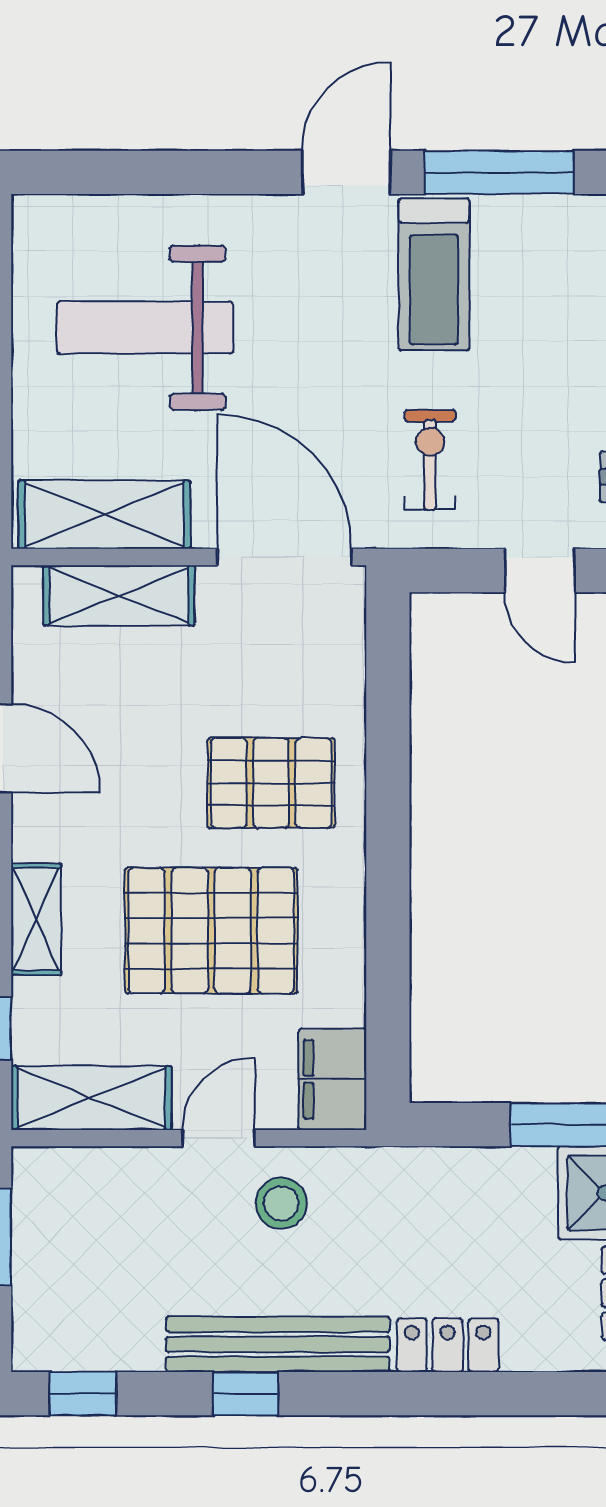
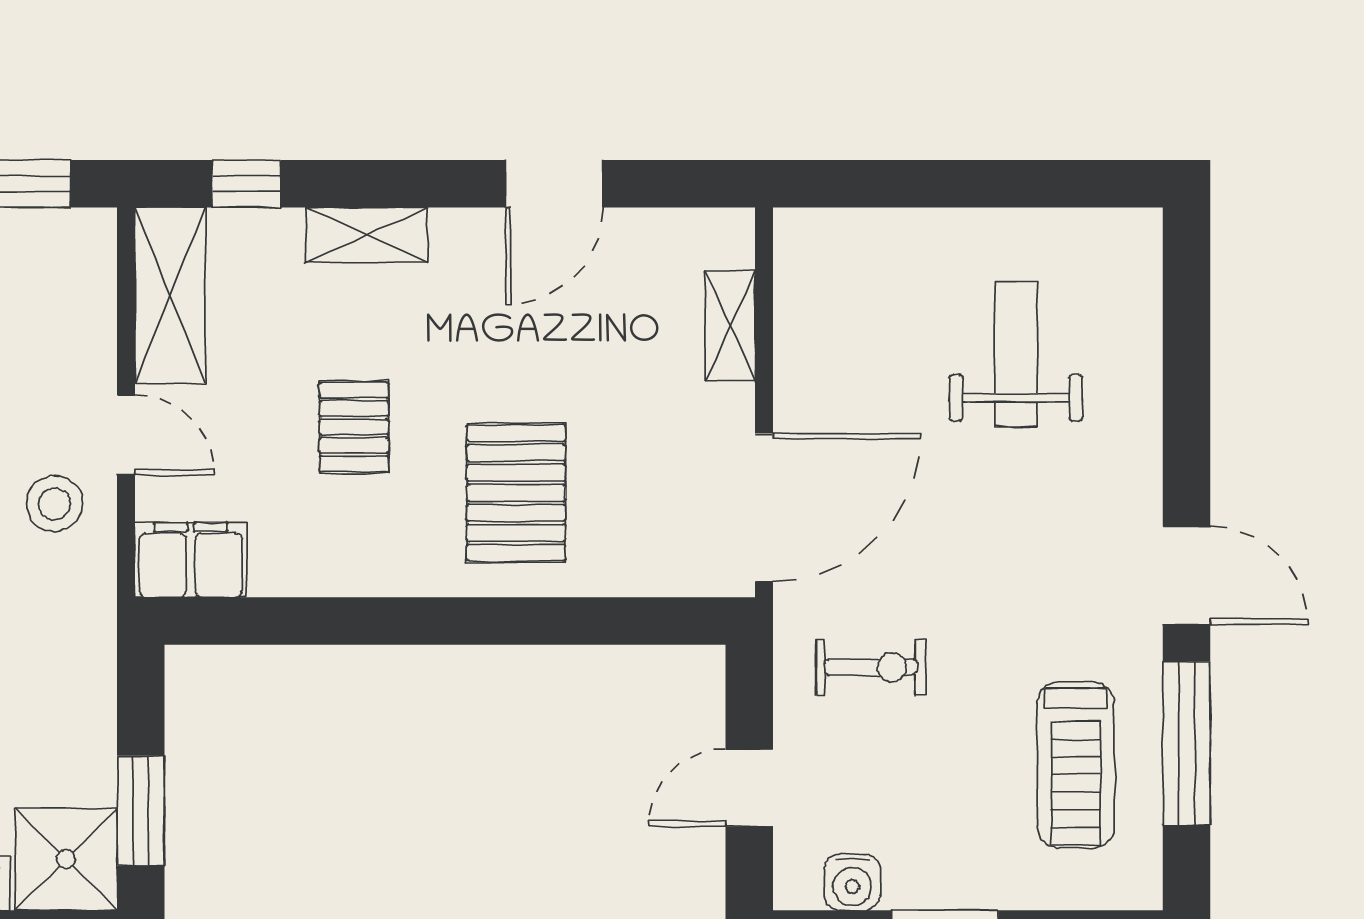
treadmill: (434, 275) -> (1076, 765), moved, turned -90
weight bench: (145, 328) -> (1016, 354), width x0.73, depth x0.75
shelving: (104, 515) -> (811, 310), removed
shelving: (119, 595) -> (730, 326), width x0.67, depth x0.75
pallet: (211, 931) -> (354, 427), width x0.49, depth x0.50

